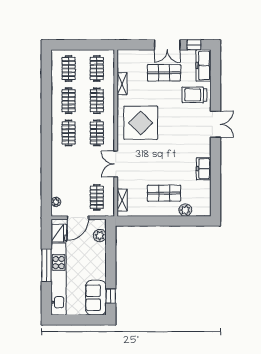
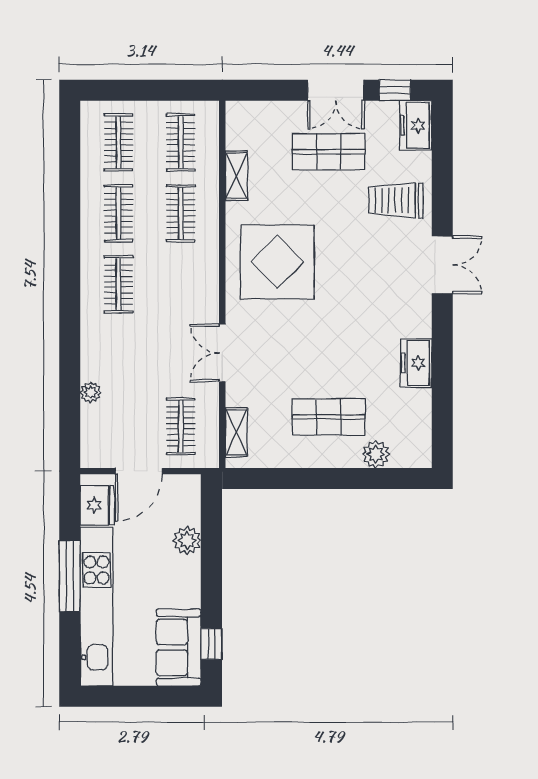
freezer: (203, 65) -> (416, 126), width x0.71
clothes rail: (97, 133) -> (181, 284), removed
plant: (56, 202) -> (90, 392), moved
plant: (100, 236) -> (187, 540), moved

